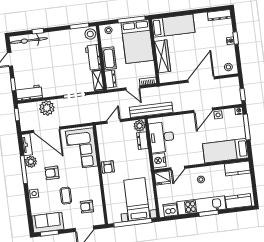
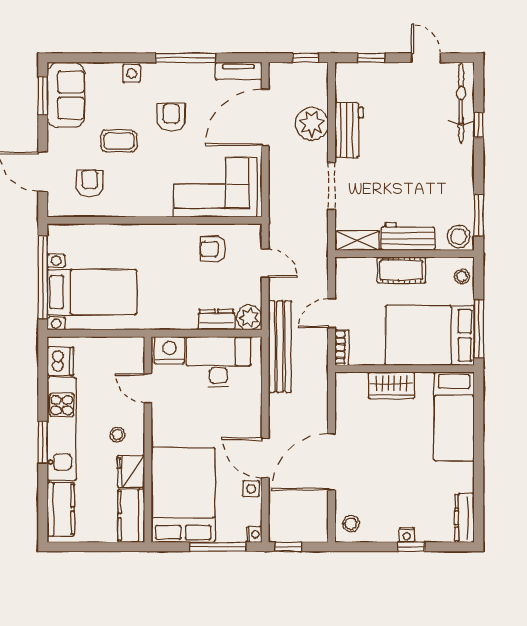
wardrobe: (163, 56) -> (391, 385), width x0.67
dresser: (110, 79) -> (357, 267), removed
door: (201, 80) -> (332, 462), swing flipped
workbench: (29, 93) -> (349, 130), moved
bed: (225, 151) -> (183, 495), width x1.50
plant: (31, 162) -> (201, 75), removed
armchair: (108, 167) -> (213, 249), moved
fridge: (162, 178) -> (131, 471), moved

